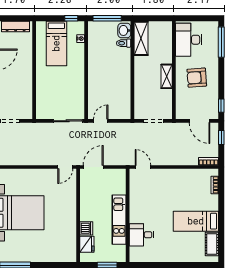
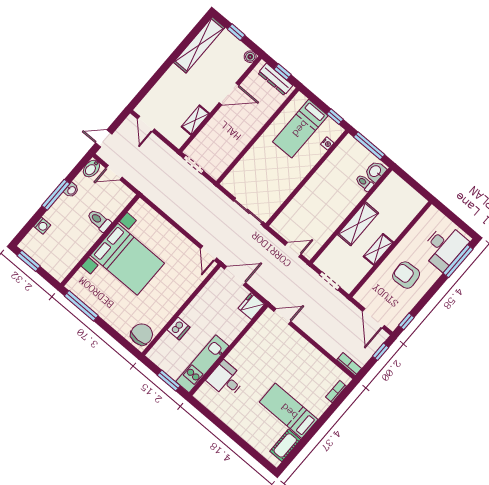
window: (16, 18) -> (283, 72), added
shelving: (141, 38) -> (358, 224), moved
desk: (189, 40) -> (444, 247), moved, turned 180
door: (101, 121) -> (293, 250), moved
door: (65, 167) -> (209, 253), hinge flipped
door: (143, 167) -> (282, 316), hinge flipped
kitchen unit: (119, 220) -> (202, 364), moved
fridge: (87, 244) -> (251, 306), moved, turned 180
chair: (67, 251) -> (142, 334), added

